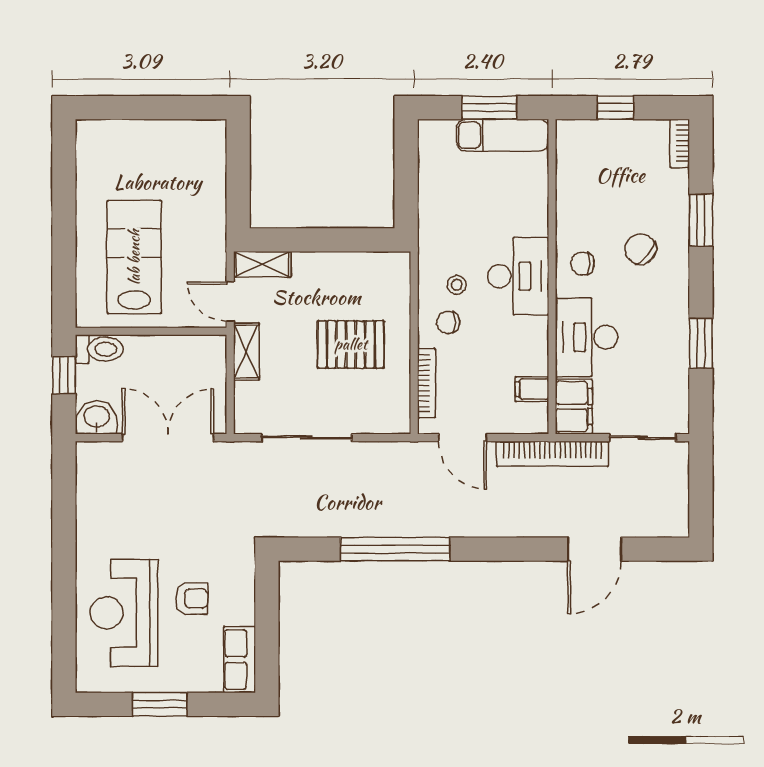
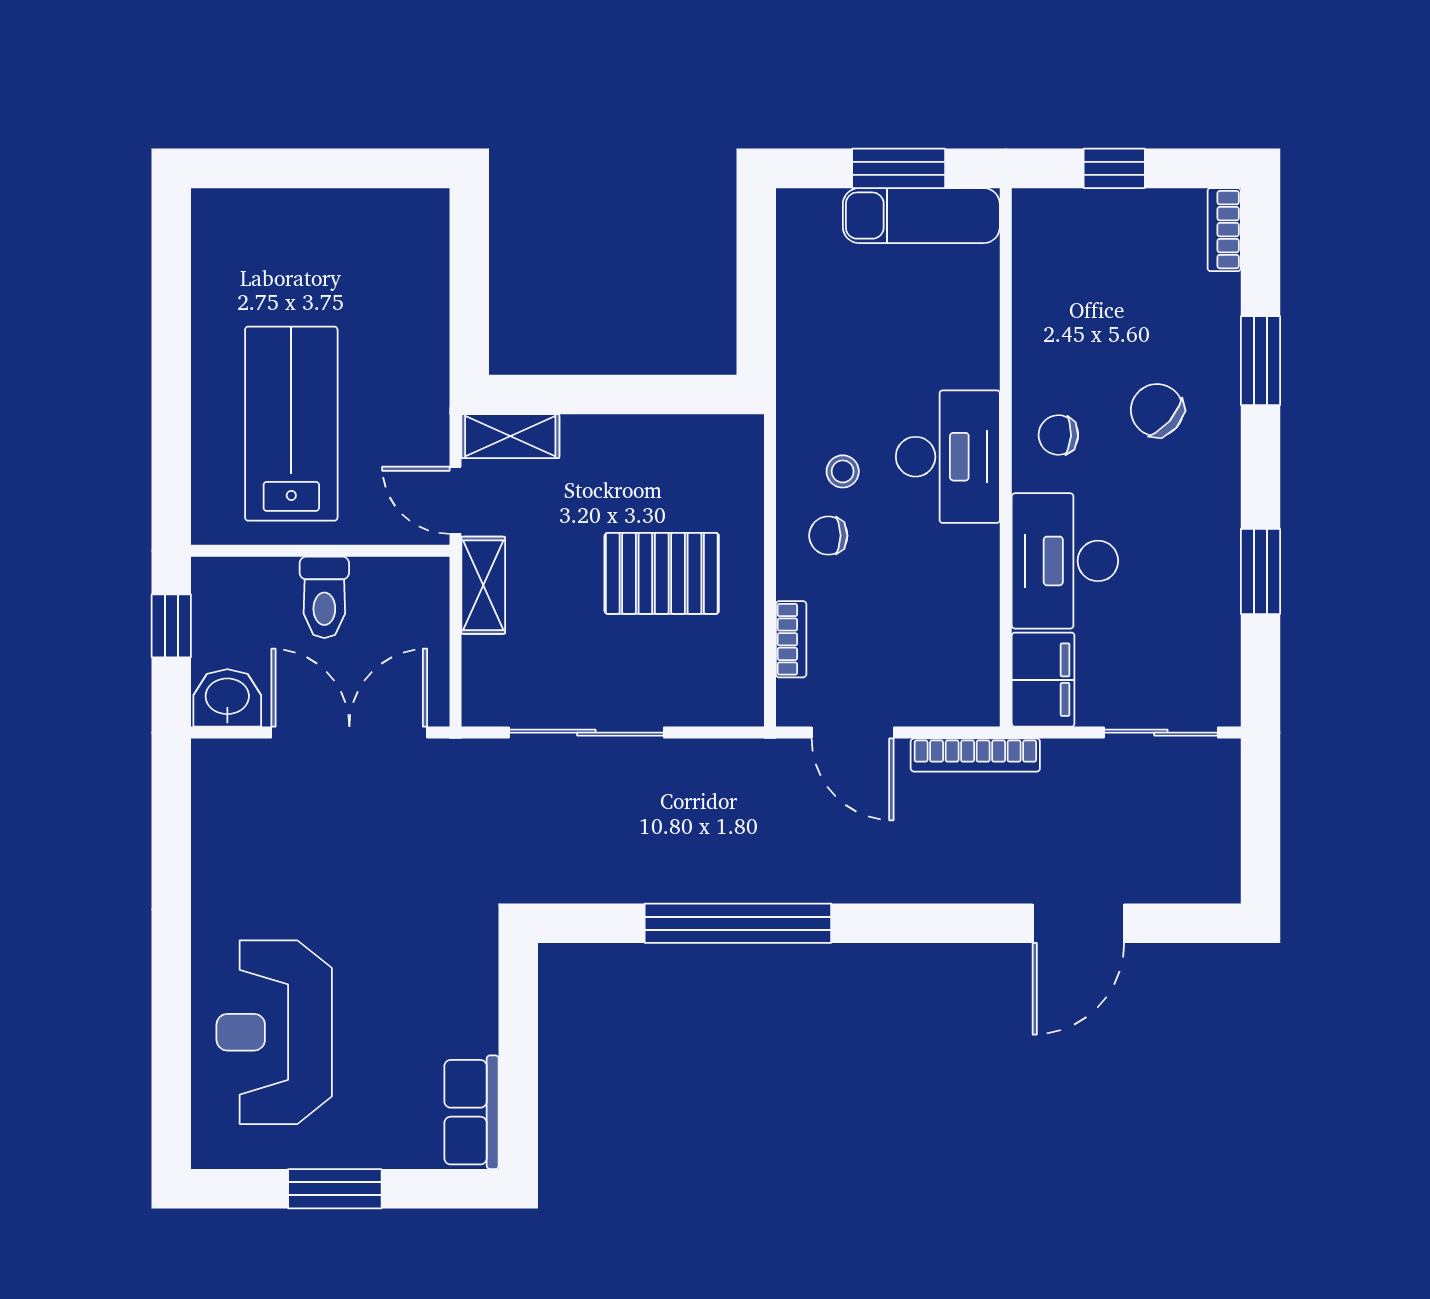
toilet: (99, 349) -> (324, 597), moved, turned 90
bookcase: (426, 383) -> (791, 639), width x0.64
filing cabinet: (532, 389) -> (971, 650), removed
bookcase: (552, 454) -> (975, 755), width x0.68, depth x0.76
armchair: (192, 598) -> (390, 1008), removed

